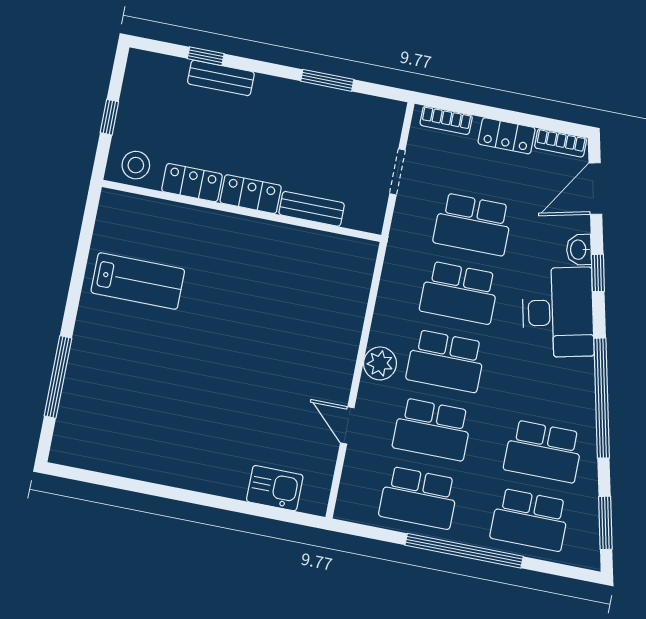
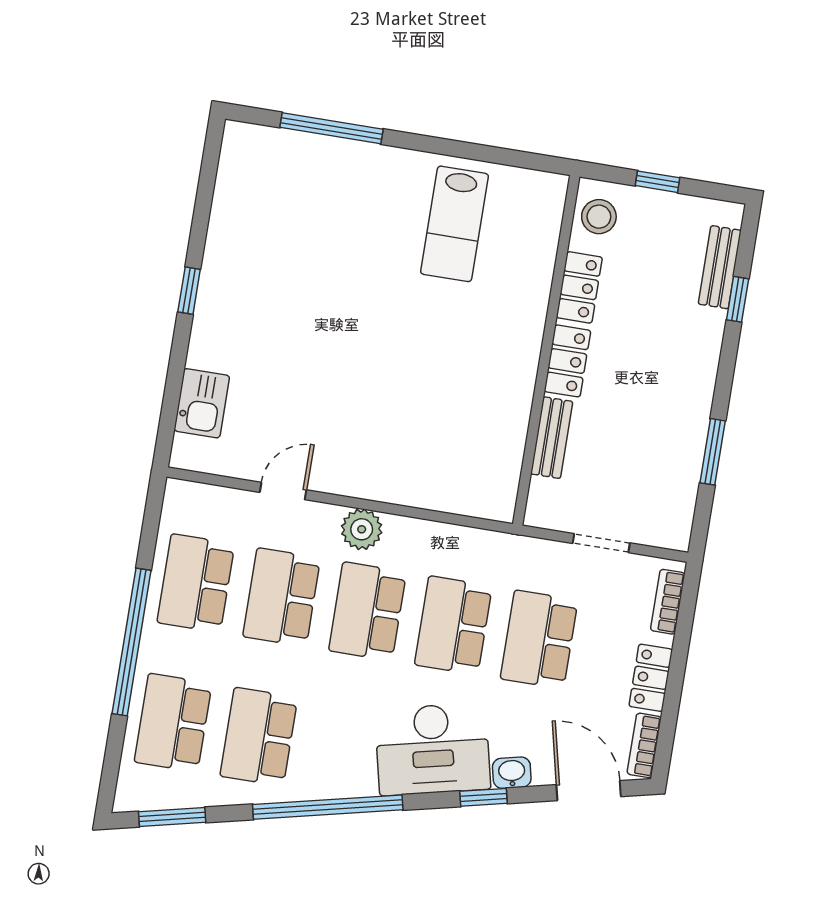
bench: (221, 78) -> (720, 267), moved
window: (184, 495) -> (189, 291), added

